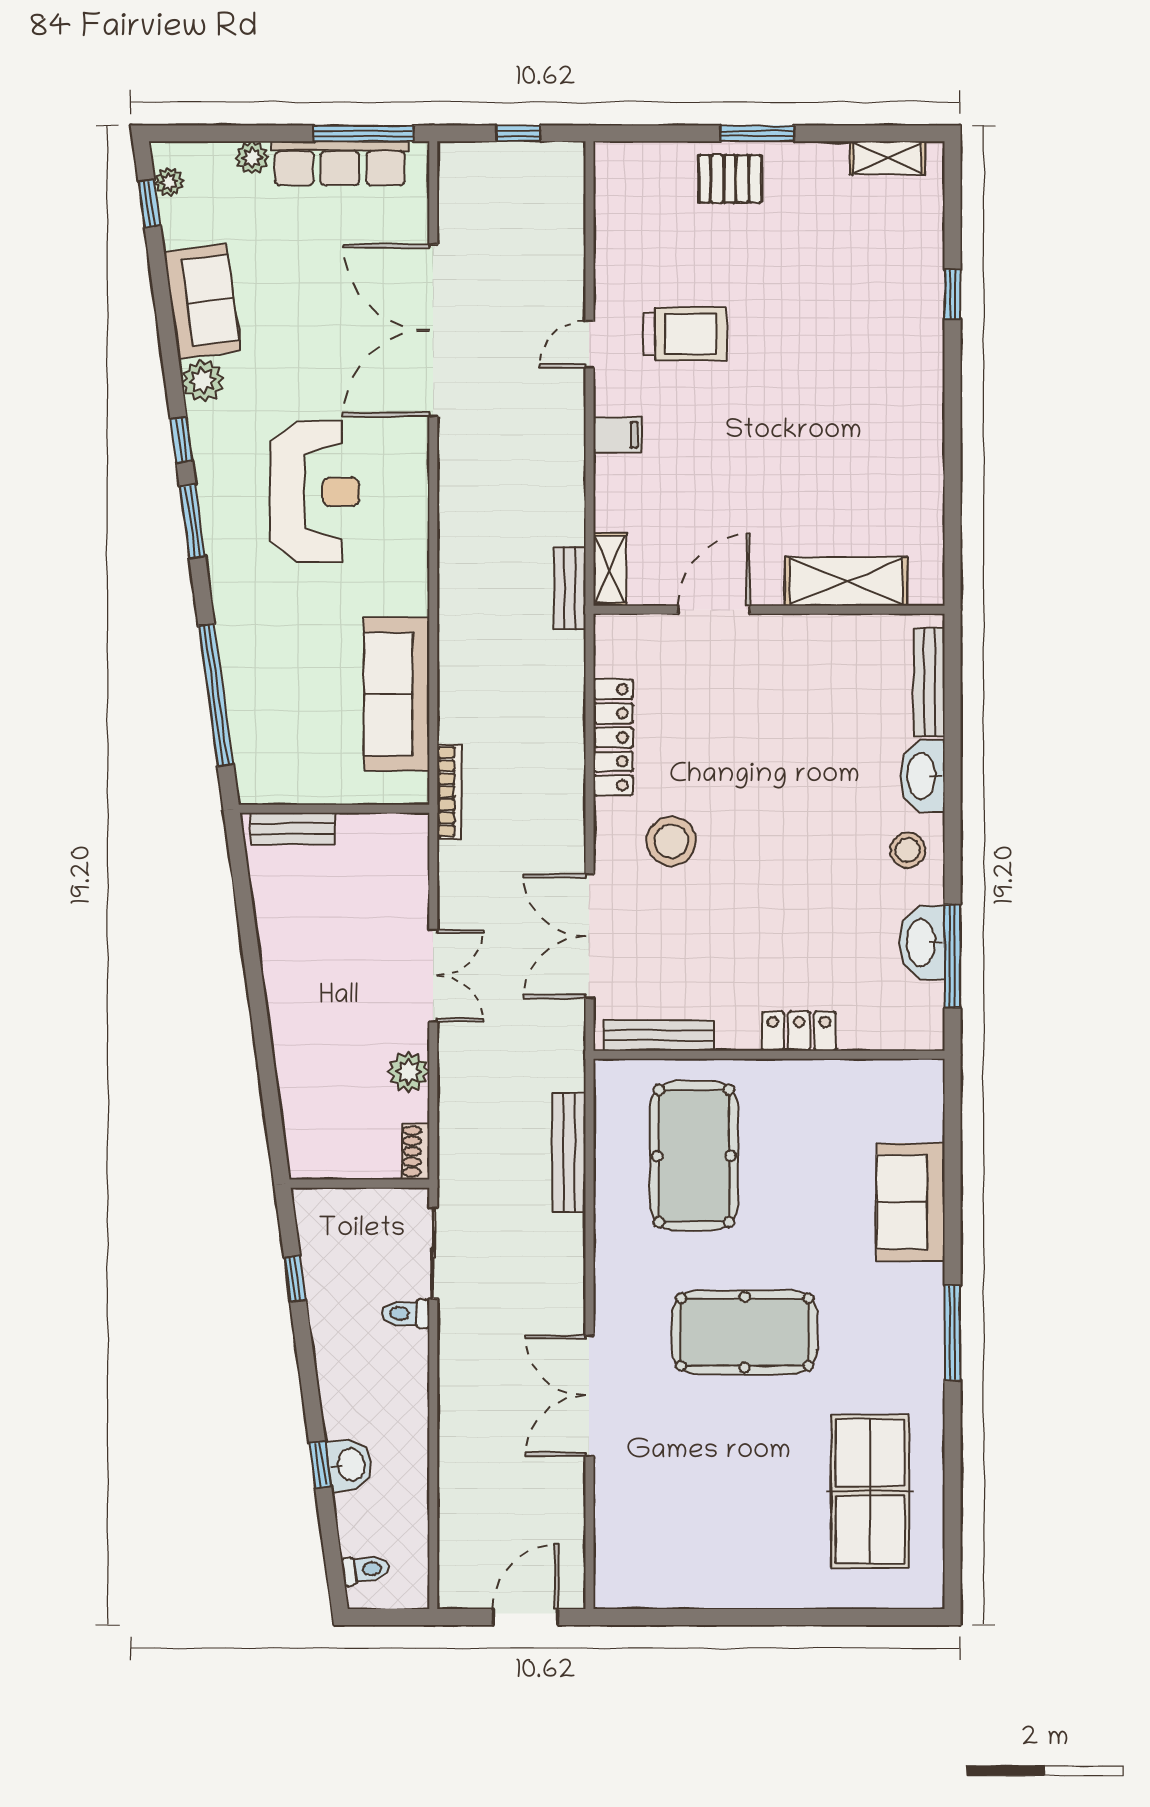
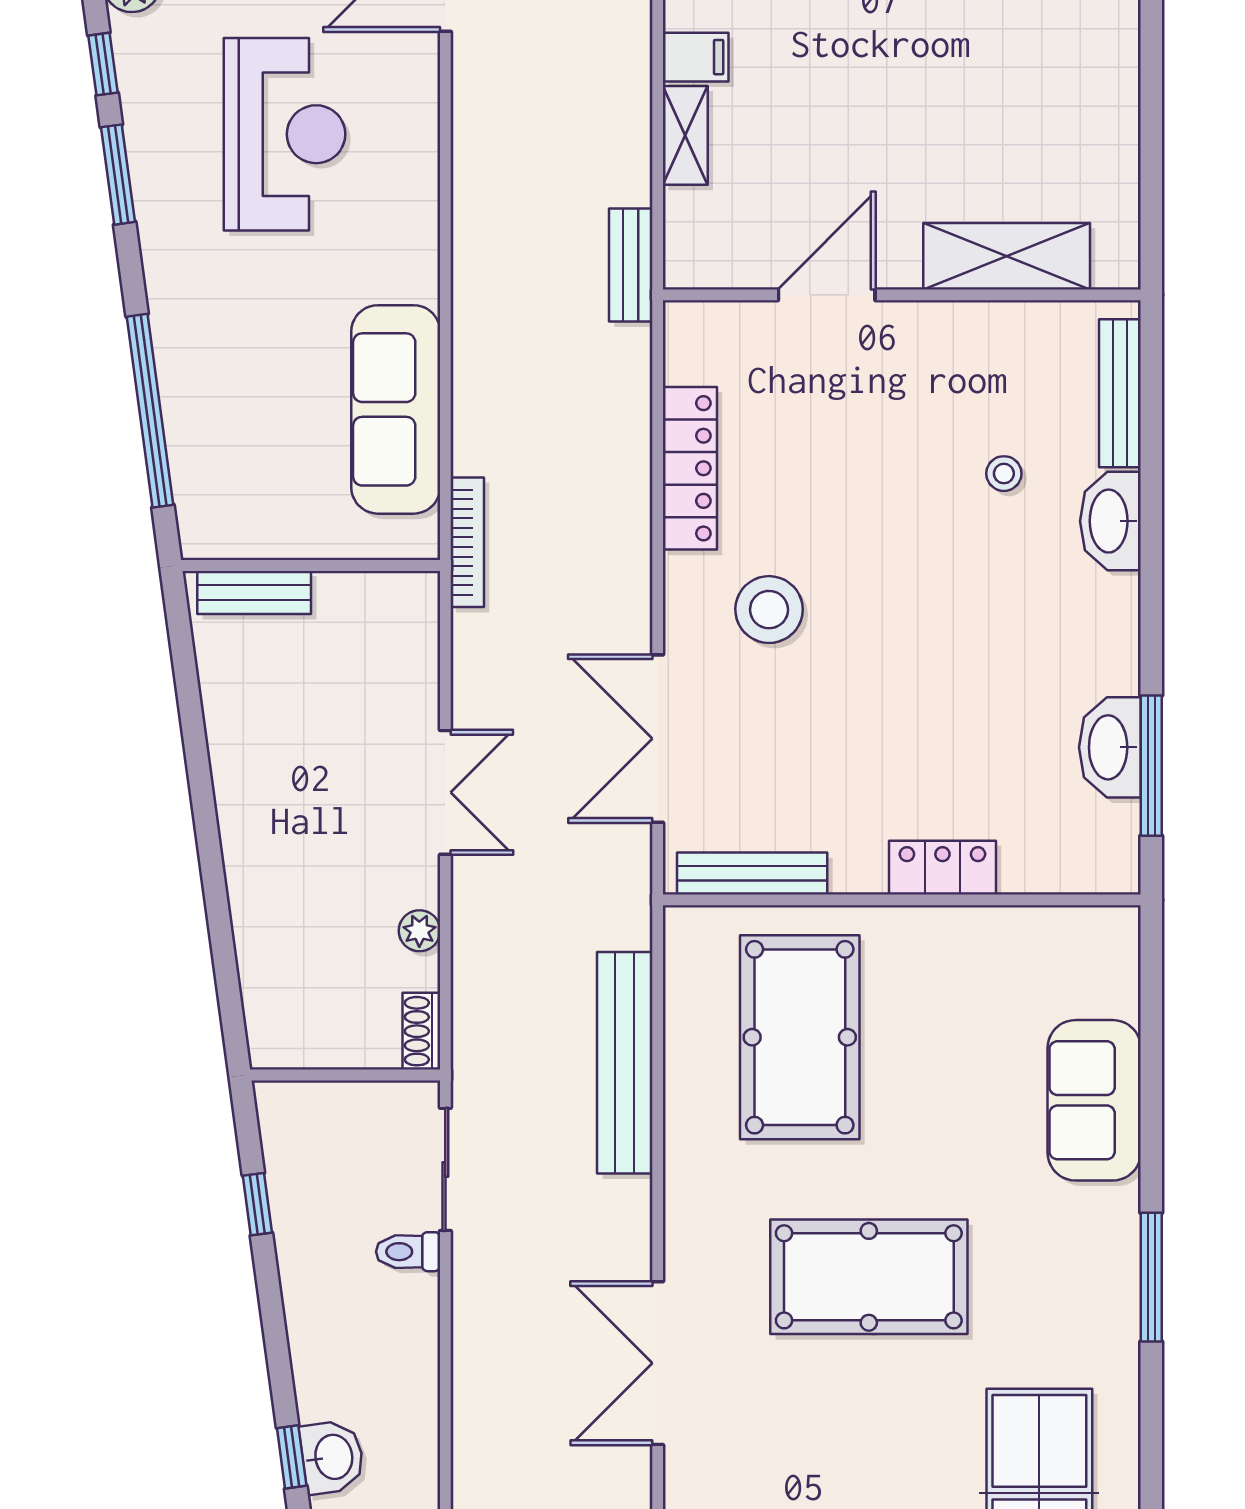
shelving: (610, 569) -> (685, 135), moved
stool: (908, 850) -> (1004, 474), moved, width x0.73, depth x0.73
plant: (409, 1072) -> (419, 931), width x0.73, depth x0.73
bench: (569, 1153) -> (625, 1063), width x1.37, depth x1.21

